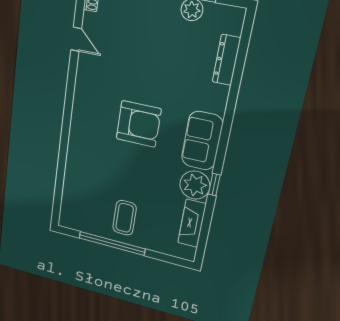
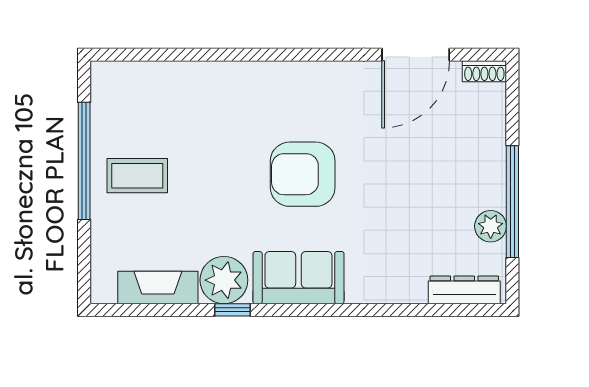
door: (76, 39) -> (416, 55), width x1.88
dresser: (226, 60) -> (464, 290), moved
armchair: (139, 124) -> (303, 174), turned 90

